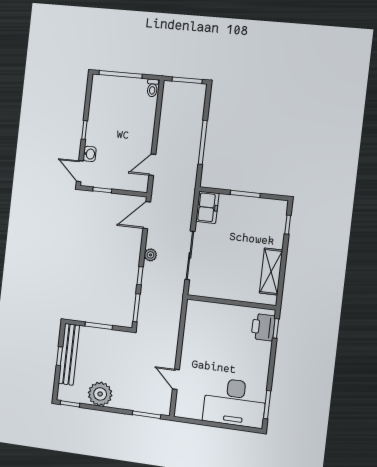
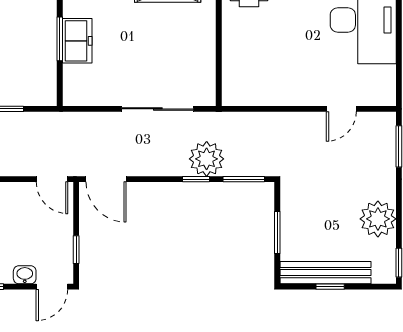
door: (152, 165) -> (52, 179), moved
freezer: (207, 207) -> (77, 41), moved, turned 90
plant: (150, 255) -> (207, 159), moved, width x1.88, depth x1.88

